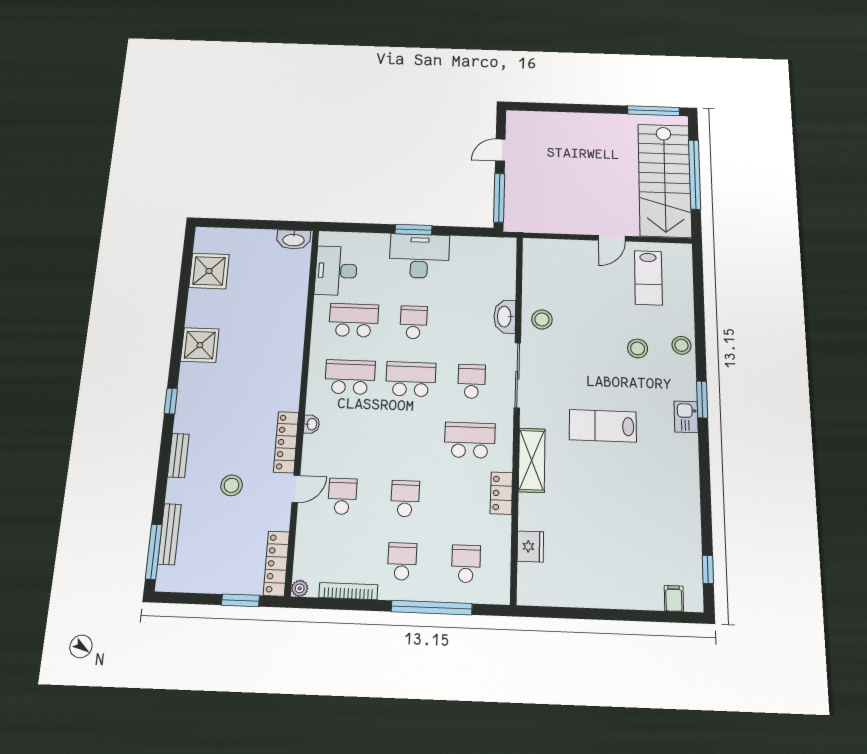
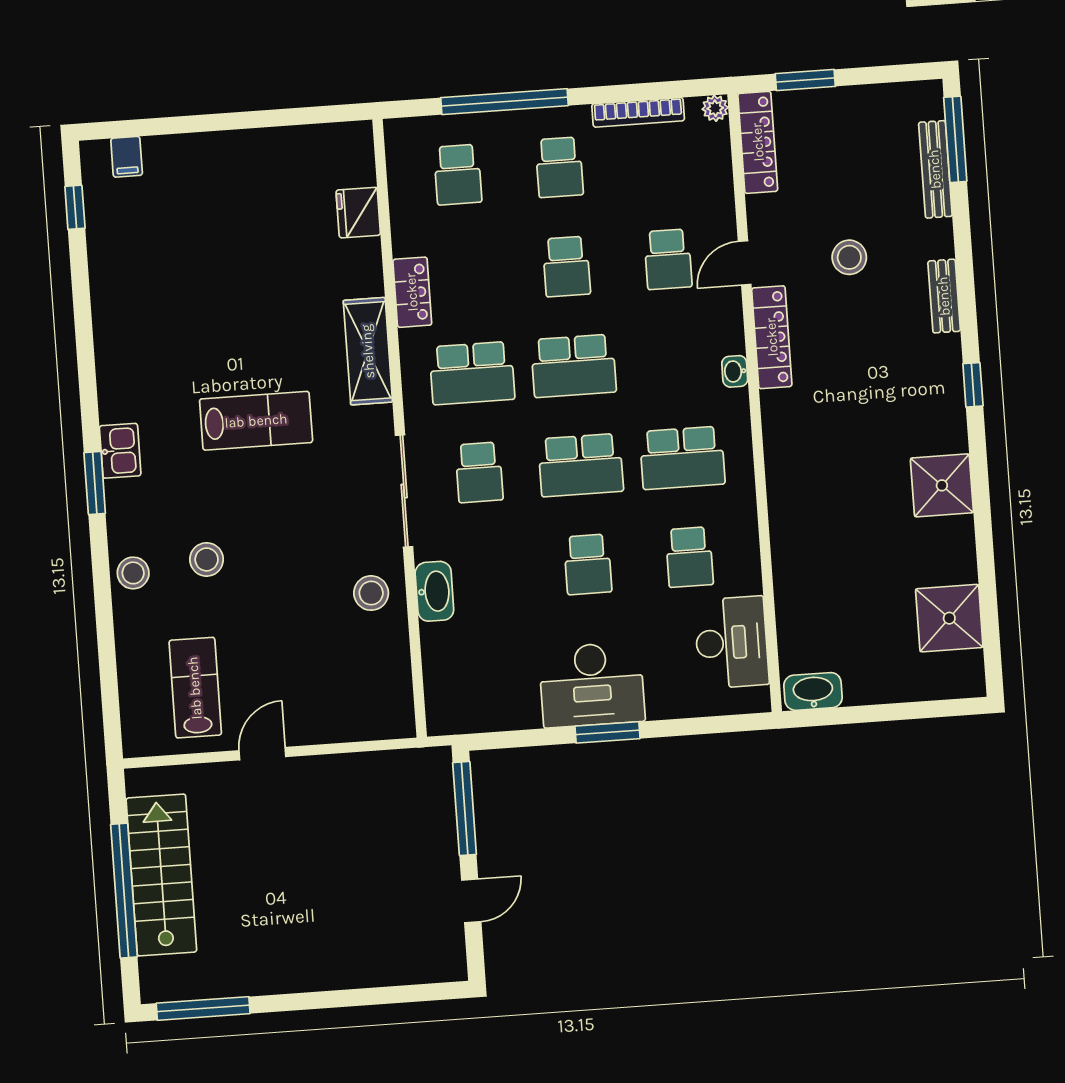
stairs: (665, 180) -> (161, 875), width x0.73, depth x0.66
school desk: (354, 320) -> (689, 557), width x0.54
school desk: (408, 438) -> (574, 366), added

